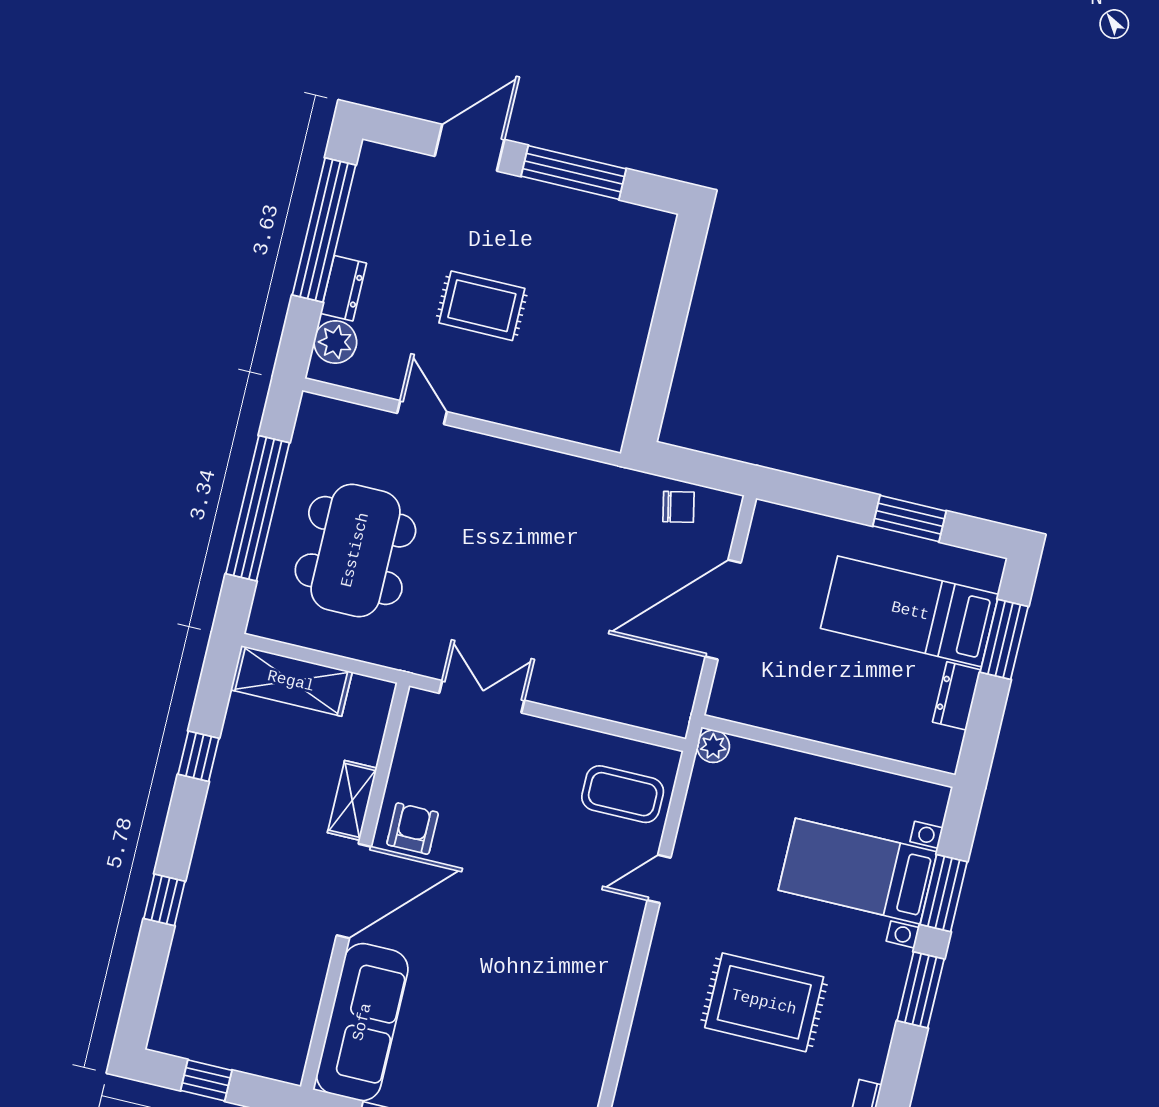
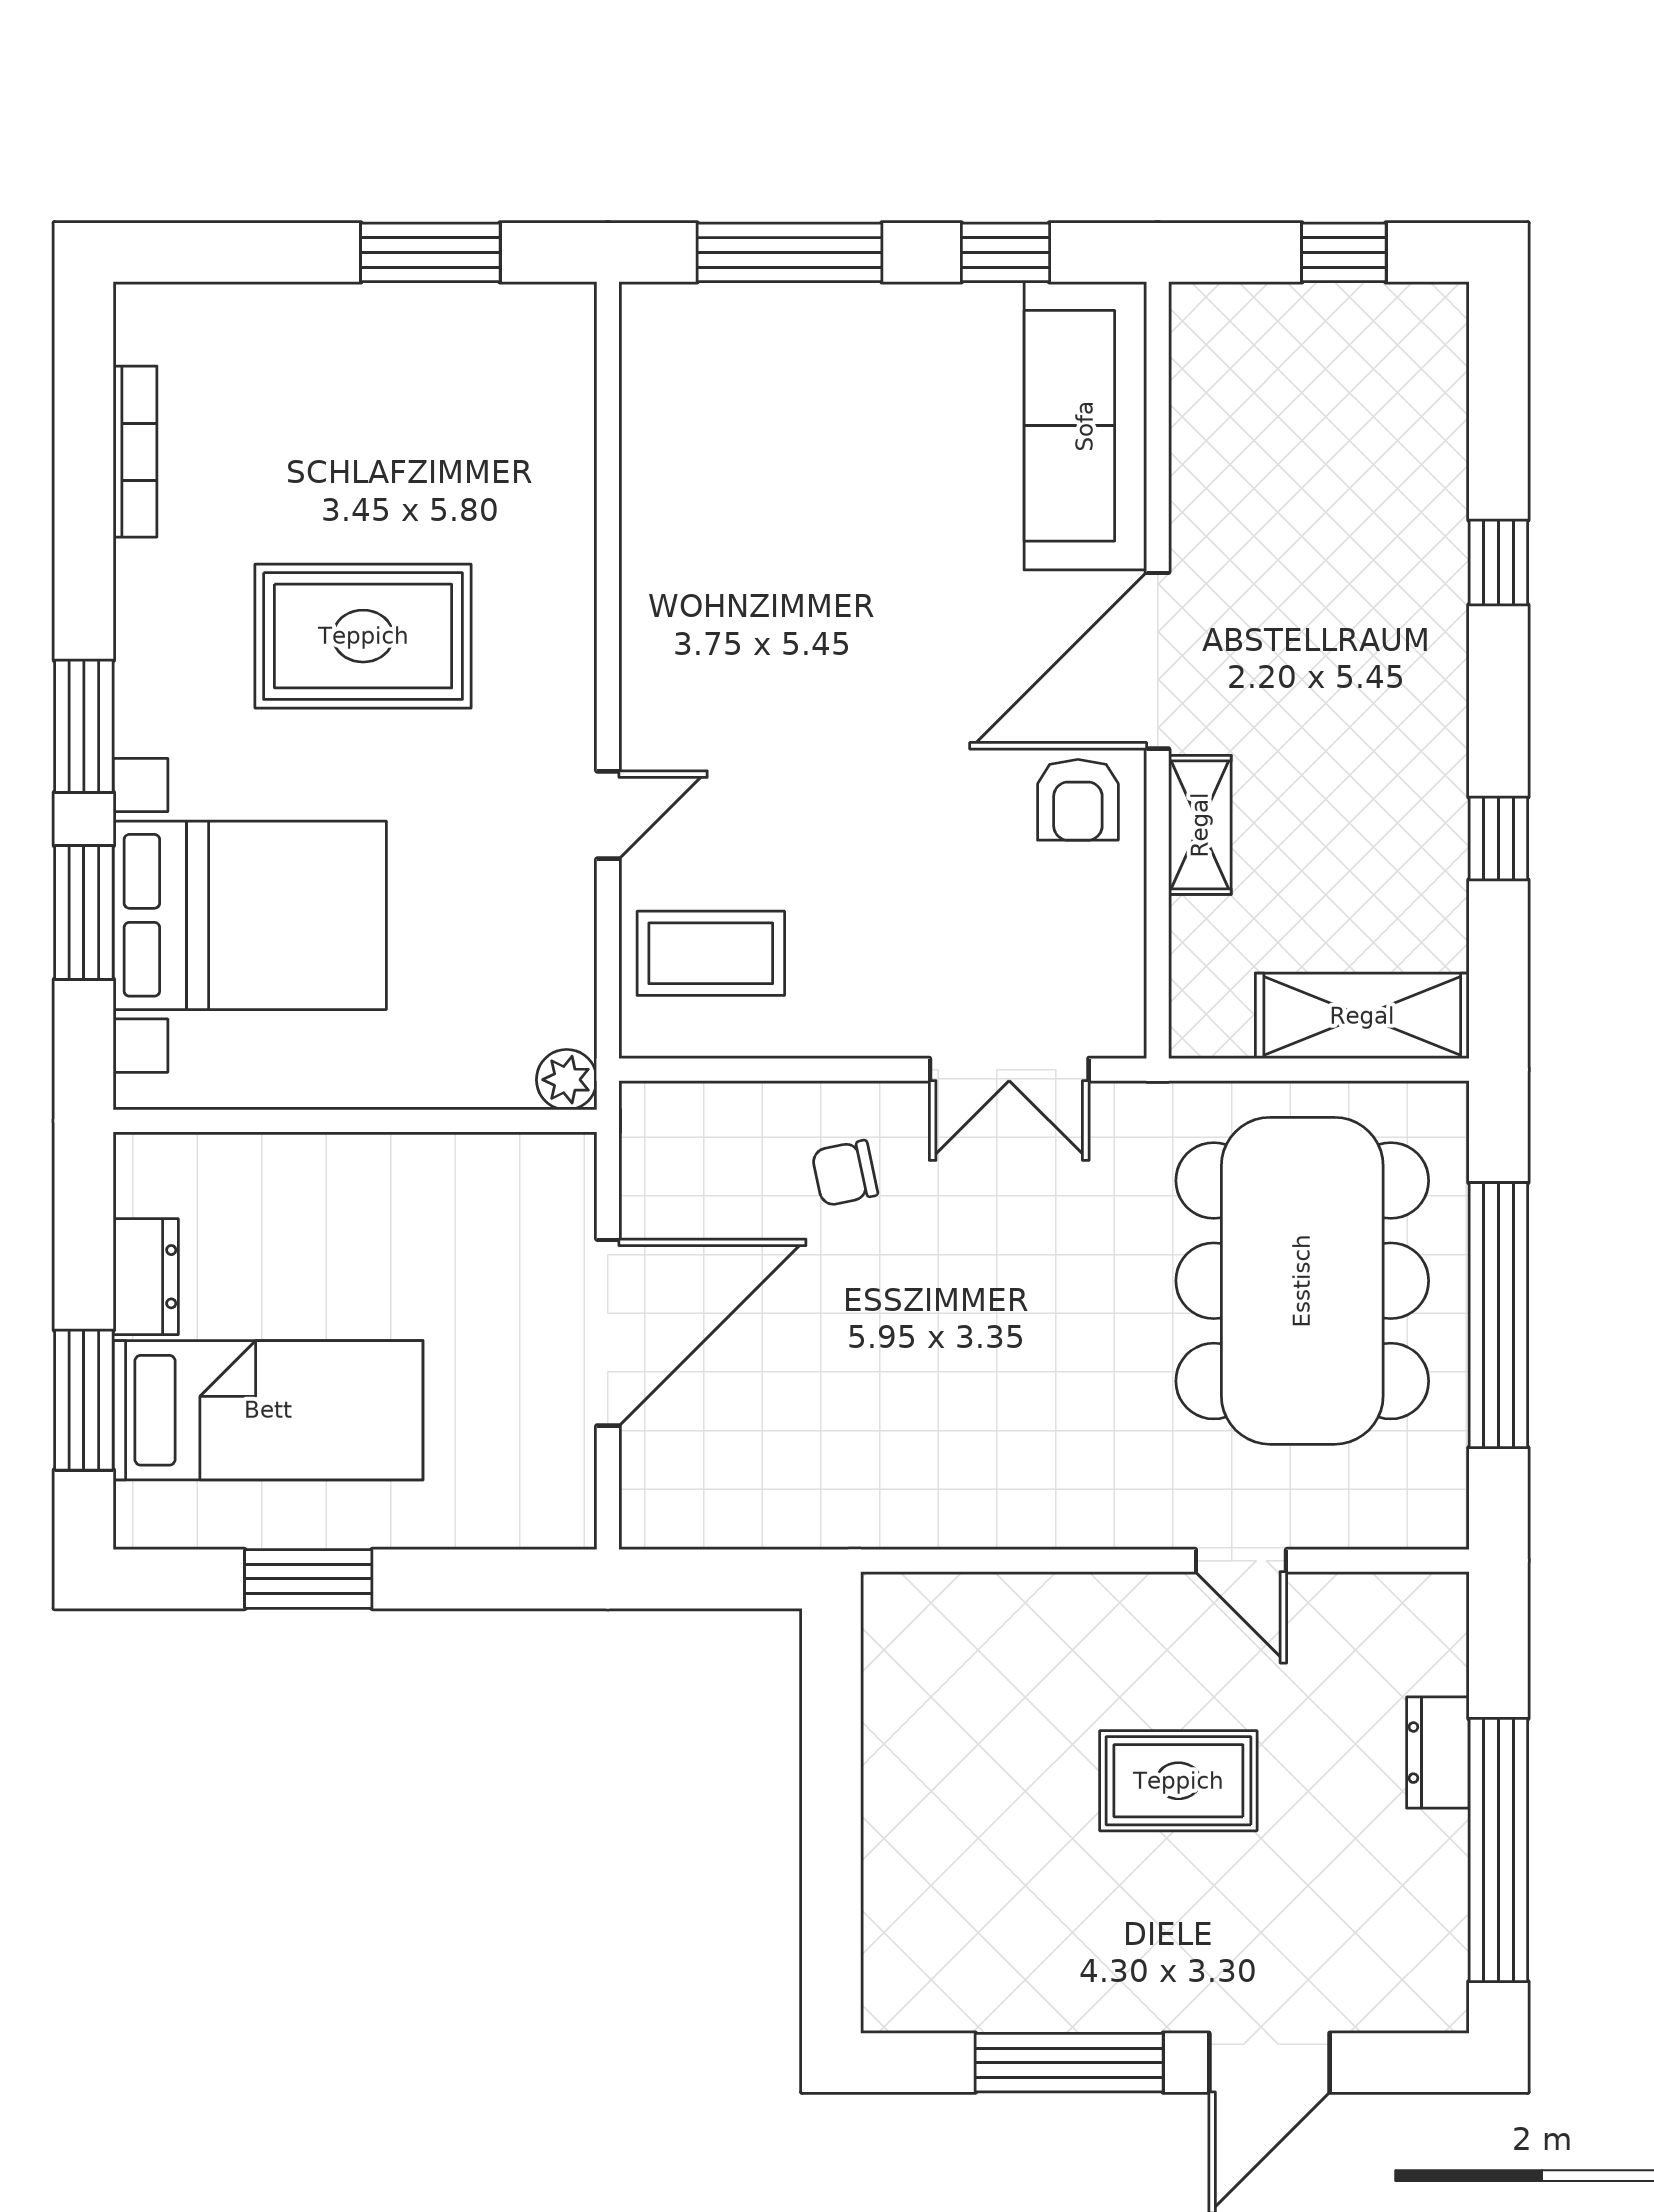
plant: (335, 342) -> (1429, 1651), removed
chair: (678, 507) -> (845, 1173), moved
dining table: (355, 550) -> (1302, 1281), width x1.36, depth x1.24
bed with nightstands: (858, 871) -> (250, 915), width x1.36

